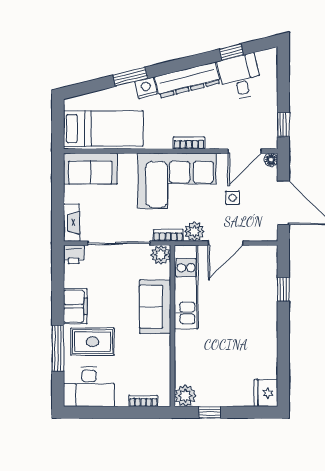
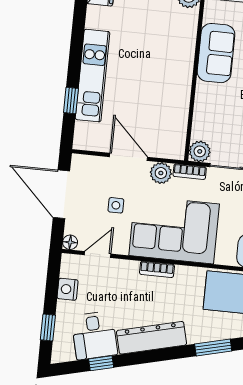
nightstand: (146, 88) -> (68, 289), moved, turned 104
window: (283, 125) -> (48, 327), moved
door: (245, 151) -> (98, 254), width x0.73
door: (225, 243) -> (129, 157), hinge flipped
kitchen unit: (186, 287) -> (93, 76), moved, turned 180
sofa: (155, 307) -> (216, 53), moved

